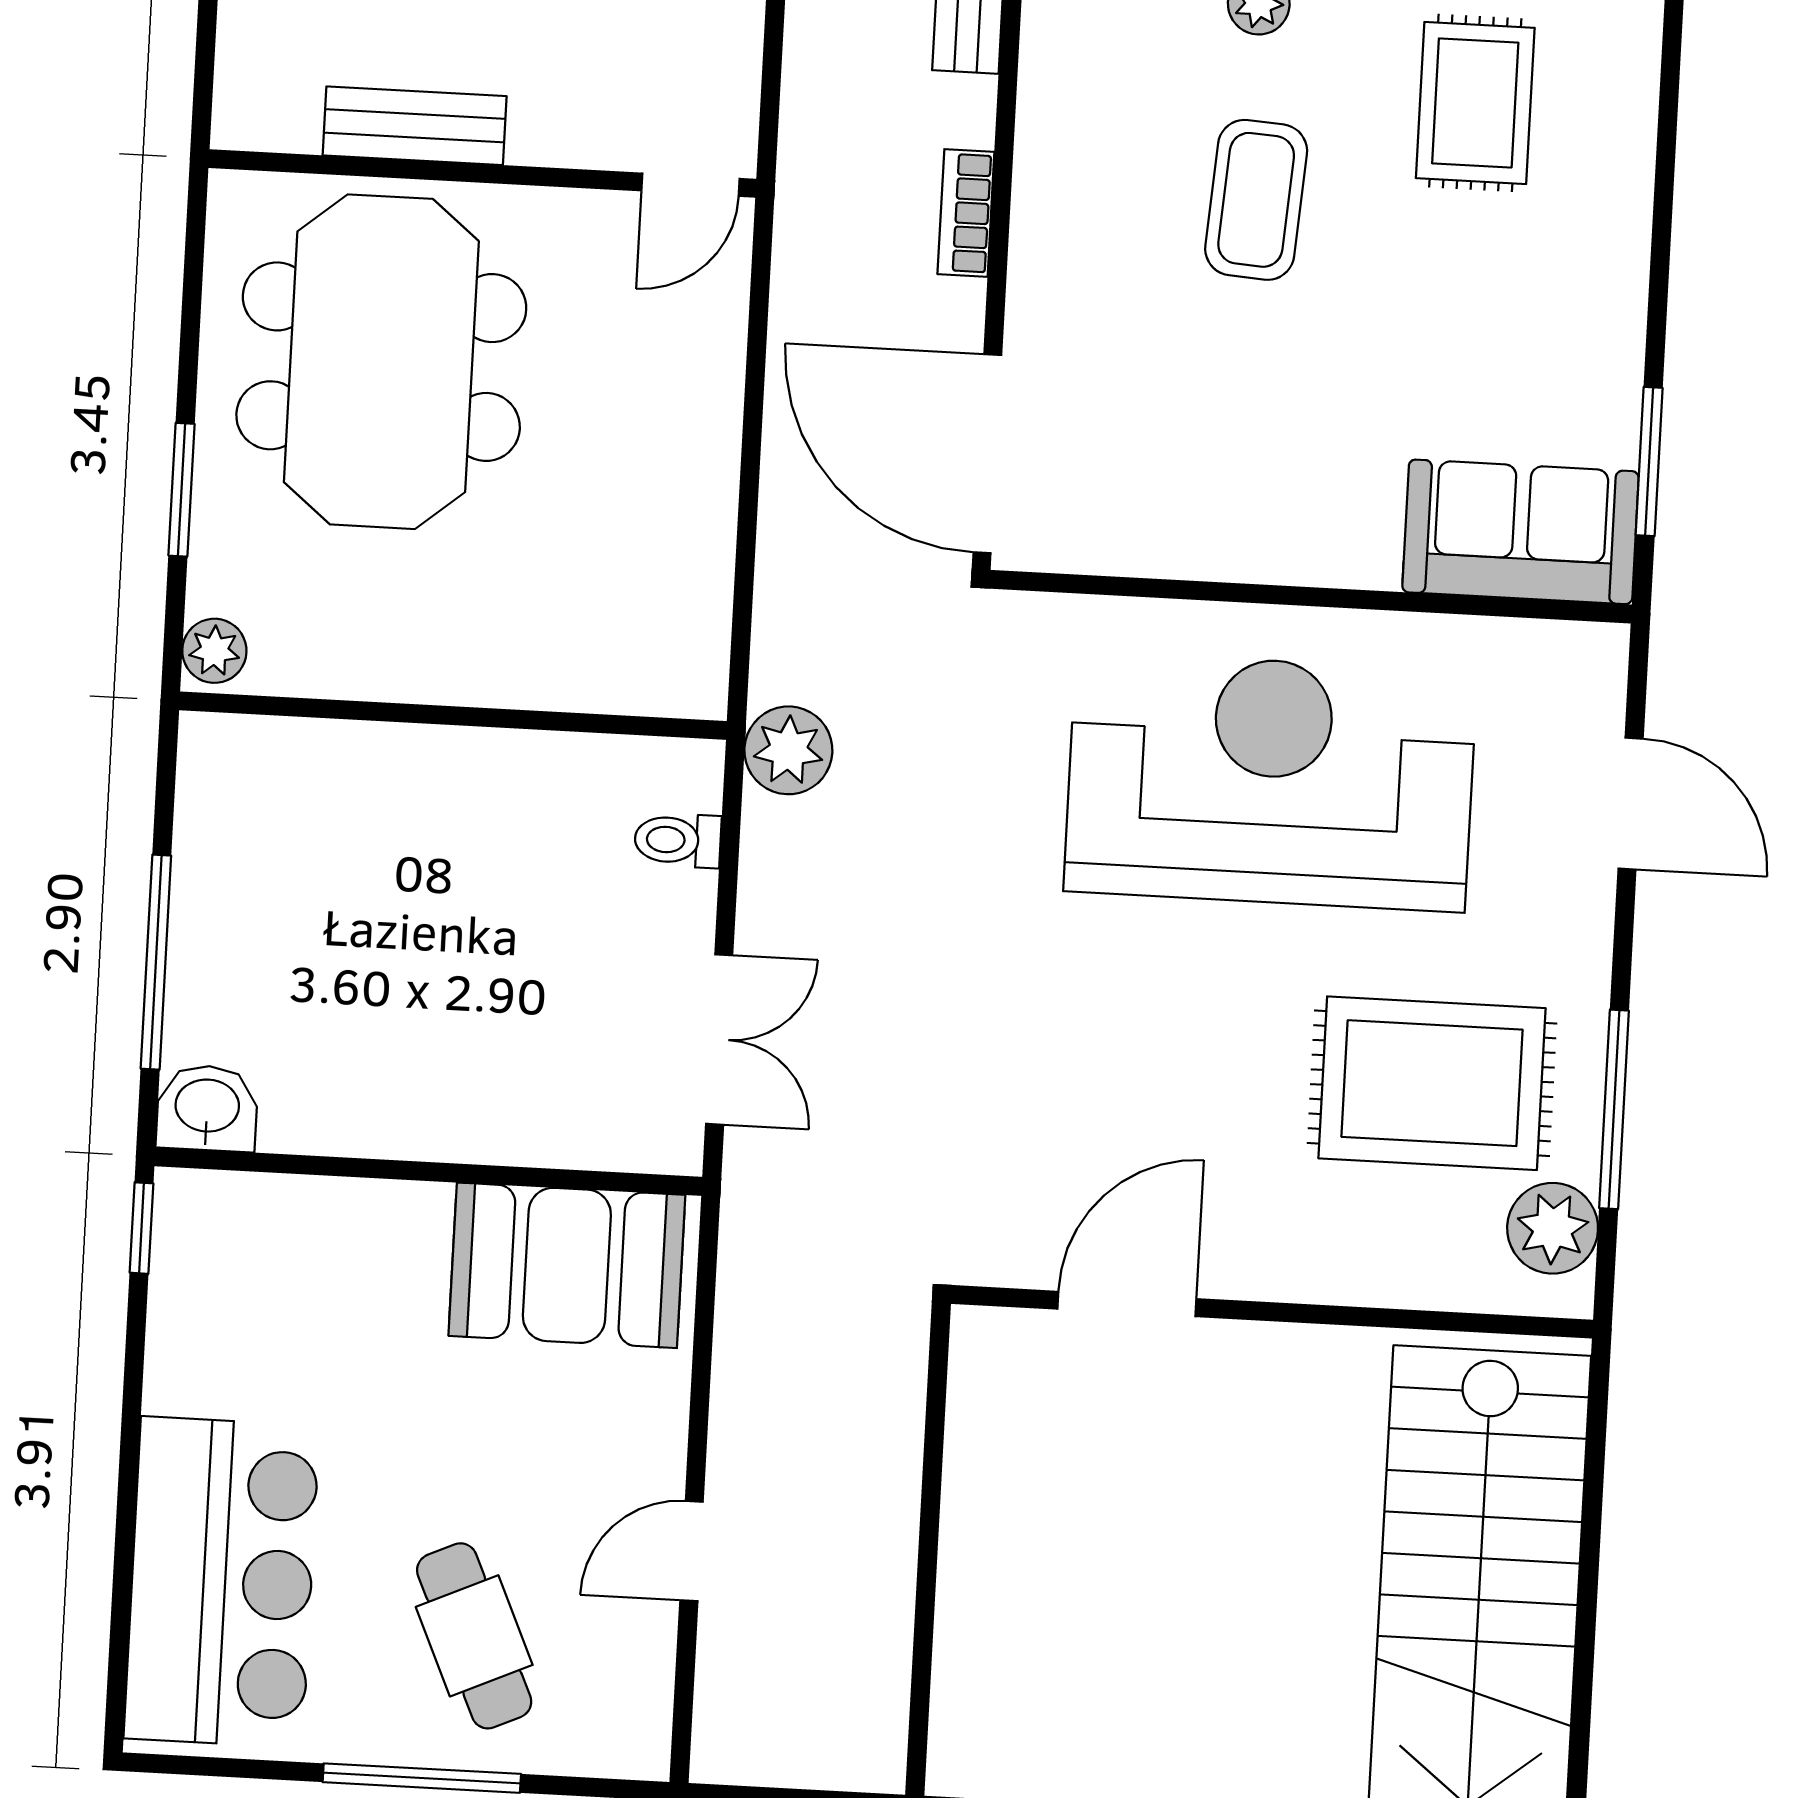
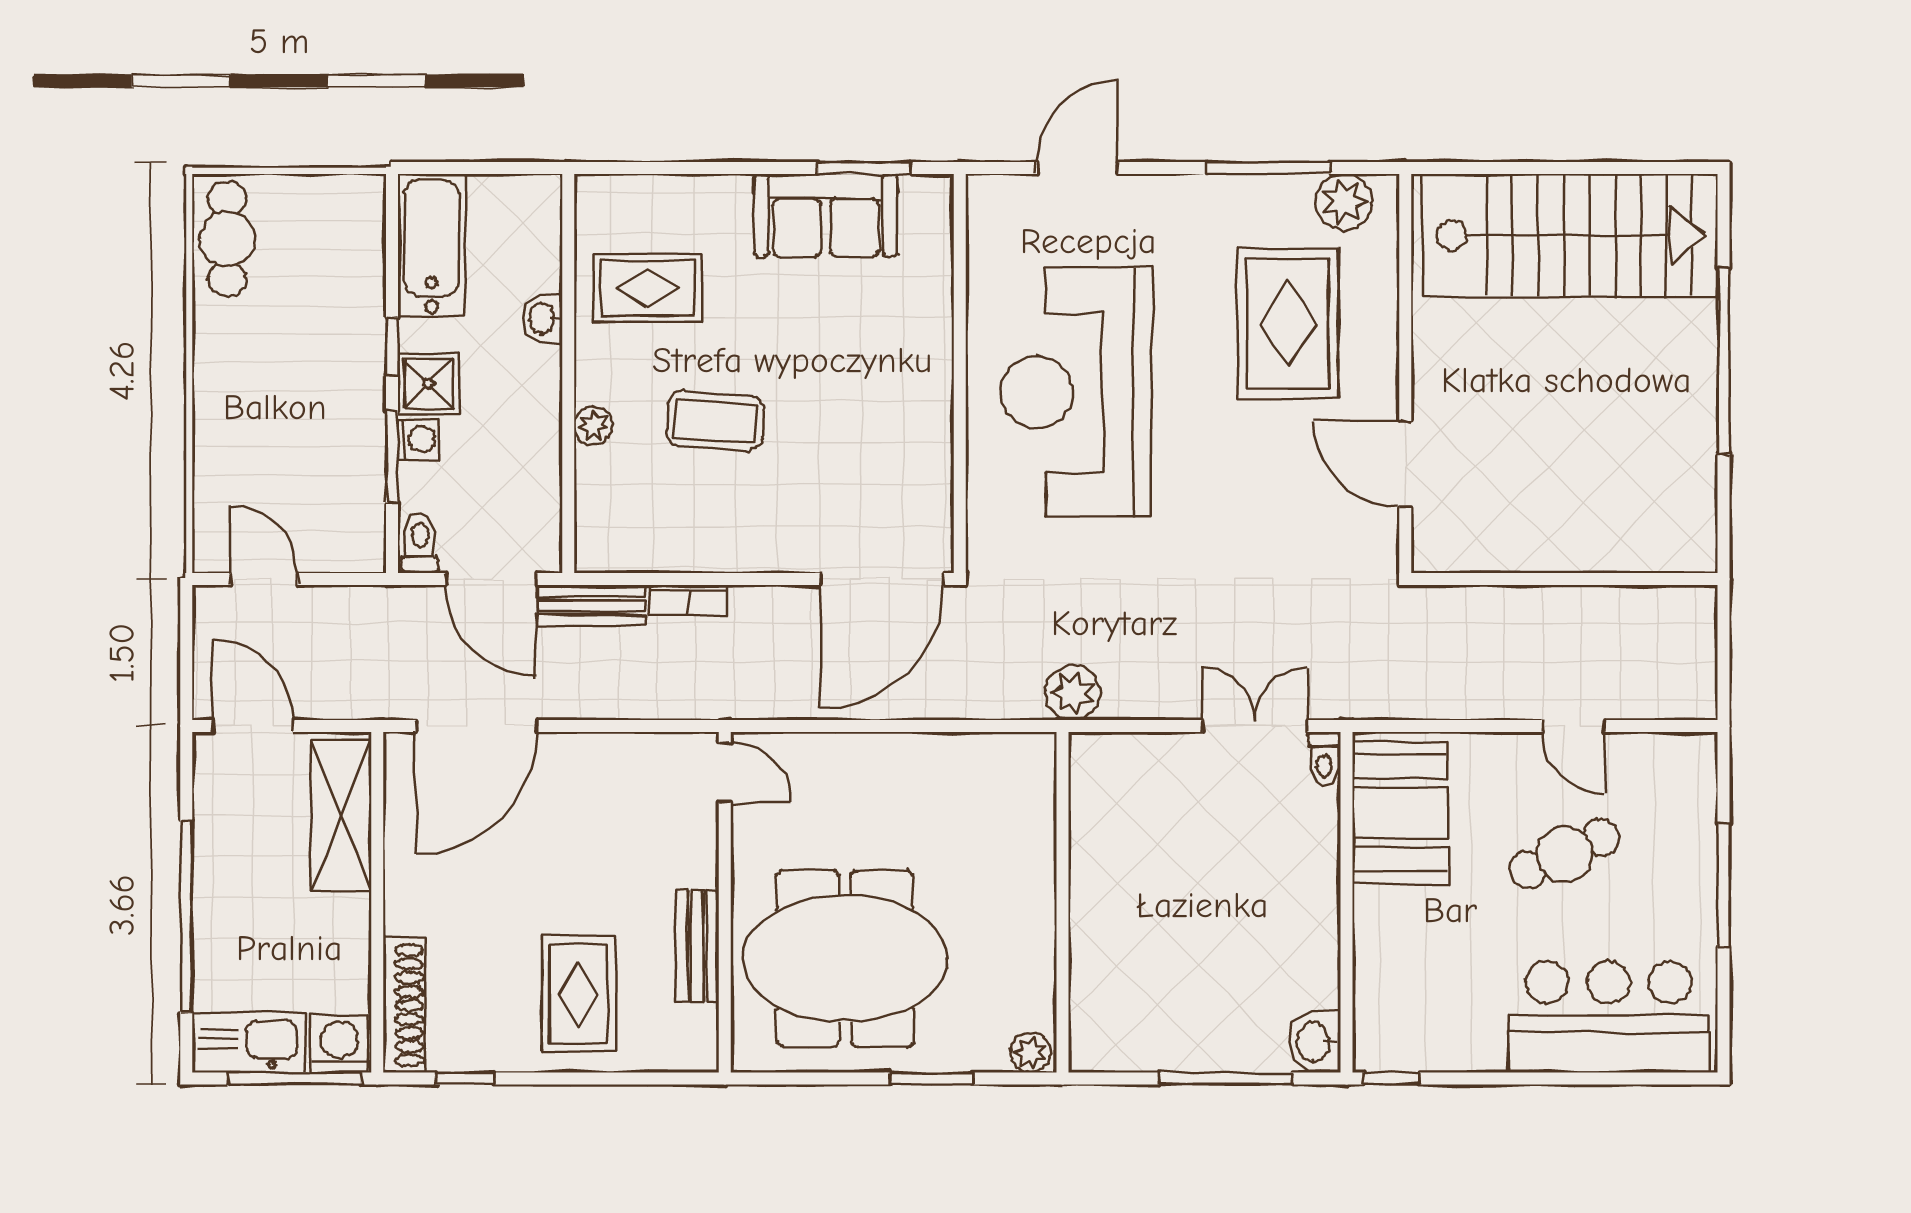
bookcase: (966, 213) -> (688, 601), moved
sofa: (1521, 532) -> (826, 215), moved, turned -90
toilet: (678, 840) -> (1324, 758), moved
rug: (1432, 1083) -> (1288, 324), moved
cafe table: (474, 1636) -> (1564, 854), moved

